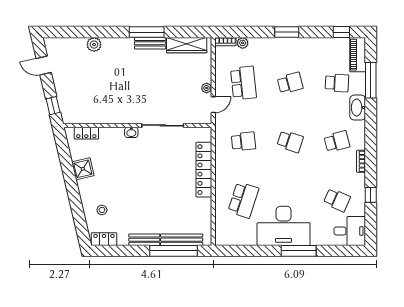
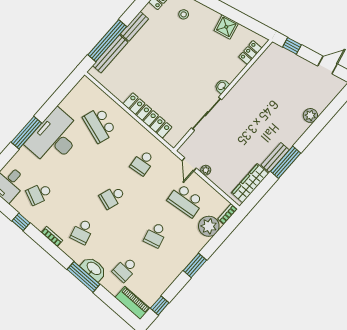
plant: (243, 43) -> (209, 226), width x1.88, depth x1.88
window: (371, 80) -> (84, 277), moved

